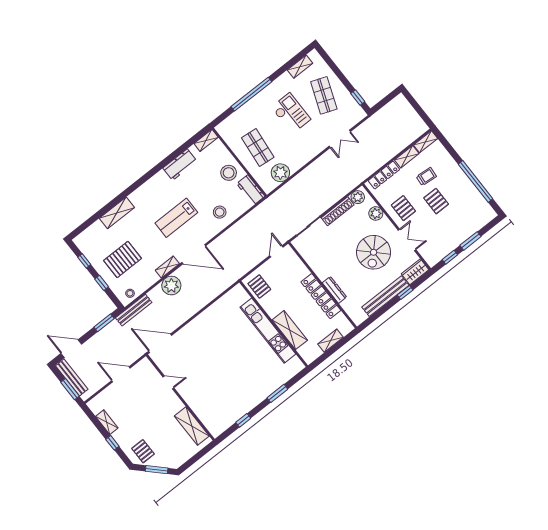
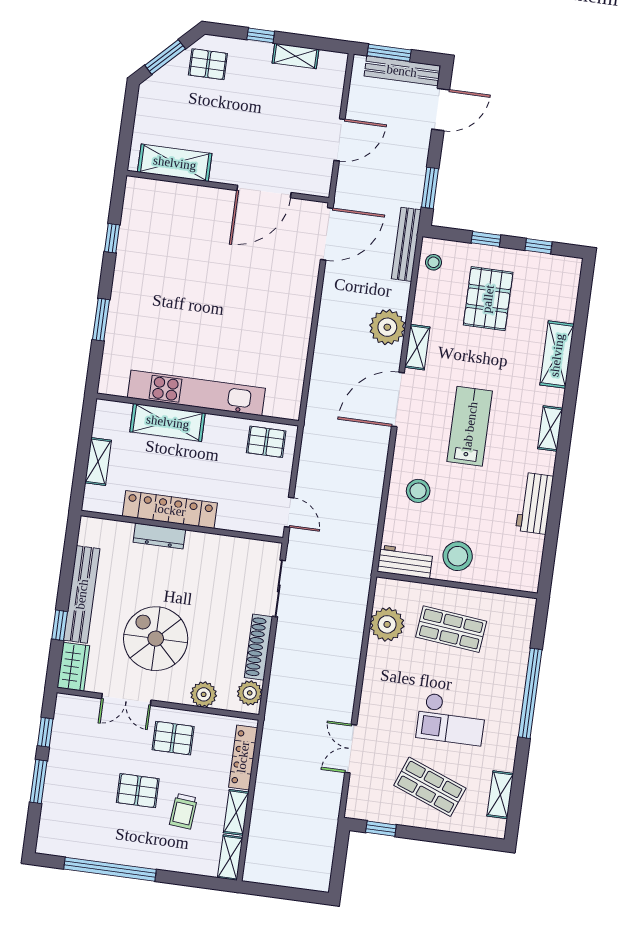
shelving: (206, 140) -> (550, 428), moved
door: (168, 382) -> (264, 192), width x1.88

